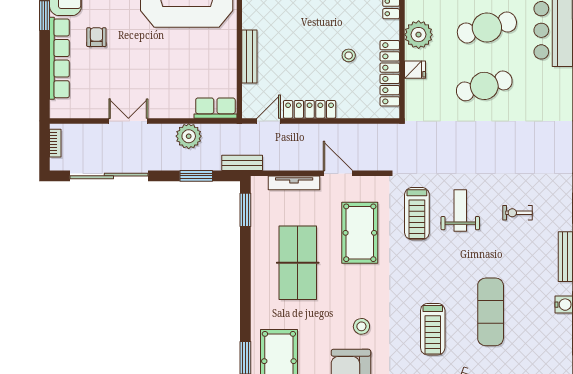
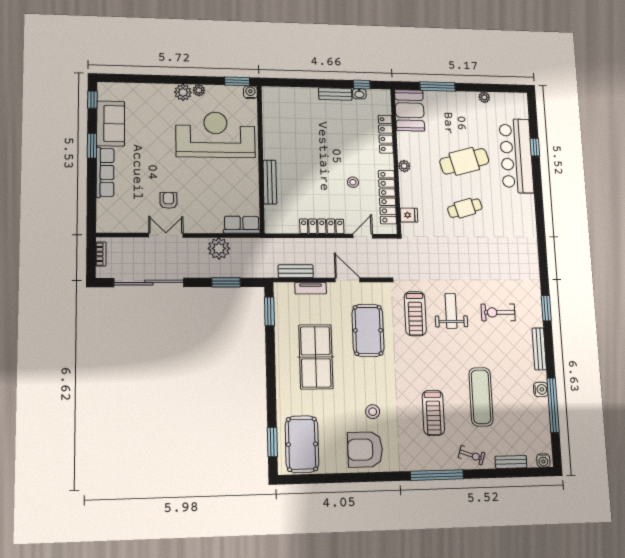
plant: (419, 35) -> (404, 166), width x0.53, depth x0.53
armchair: (96, 37) -> (168, 200), moved
row of seats: (59, 58) -> (105, 172), width x0.73
fridge: (415, 70) -> (409, 215), moved
cafe table: (484, 86) -> (465, 208), width x0.73, depth x0.74
door: (269, 121) -> (363, 236), moved
bench: (242, 163) -> (296, 271), moved
tv unit: (294, 183) -> (311, 288), width x0.71
exercise bike: (518, 213) -> (498, 312), width x1.38, depth x1.39

